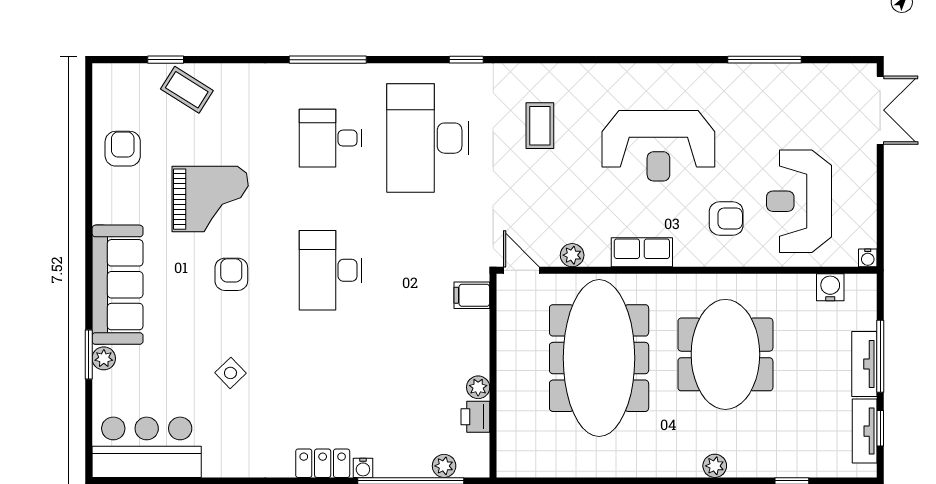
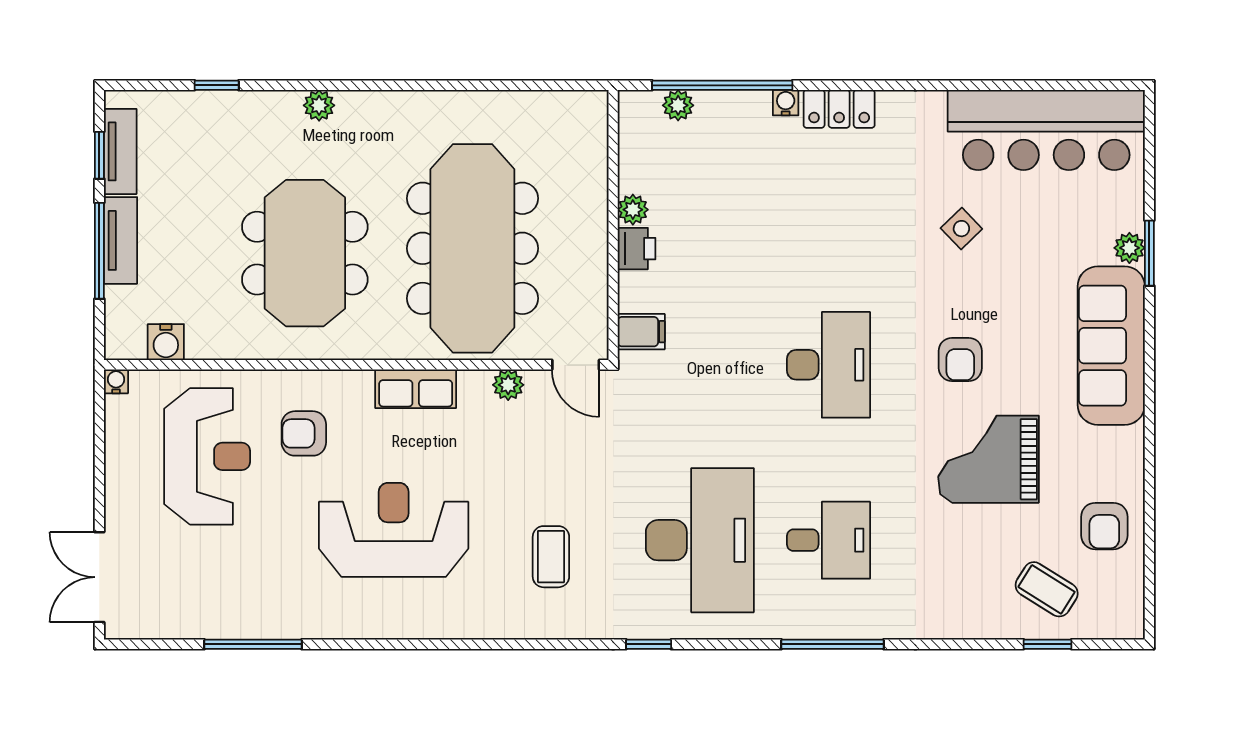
coffee table: (187, 90) -> (1047, 589), moved
printer: (475, 417) -> (637, 249), moved
bar counter: (147, 447) -> (1046, 130), width x1.36

